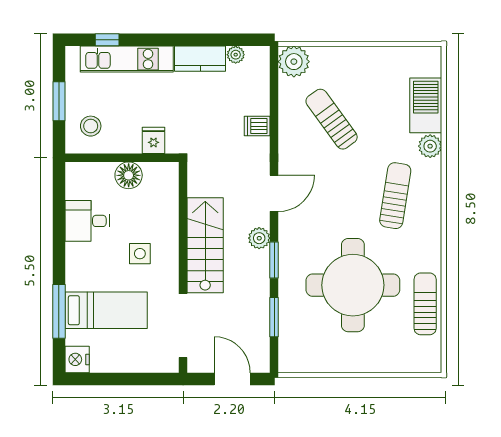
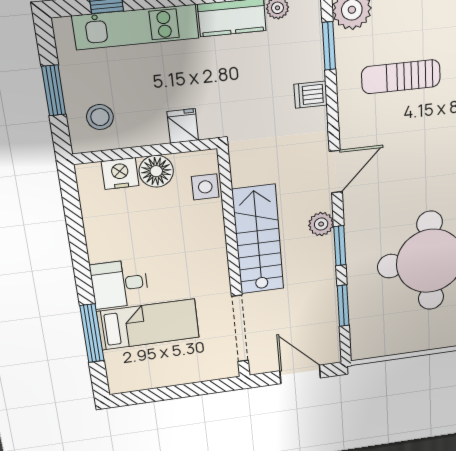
window: (274, 88) -> (329, 46), added
sun lounger: (332, 119) -> (401, 77), turned -54
desk: (87, 221) -> (120, 284), moved
side table: (140, 254) -> (205, 187), moved
nightstand: (77, 359) -> (120, 174), moved, turned 90

